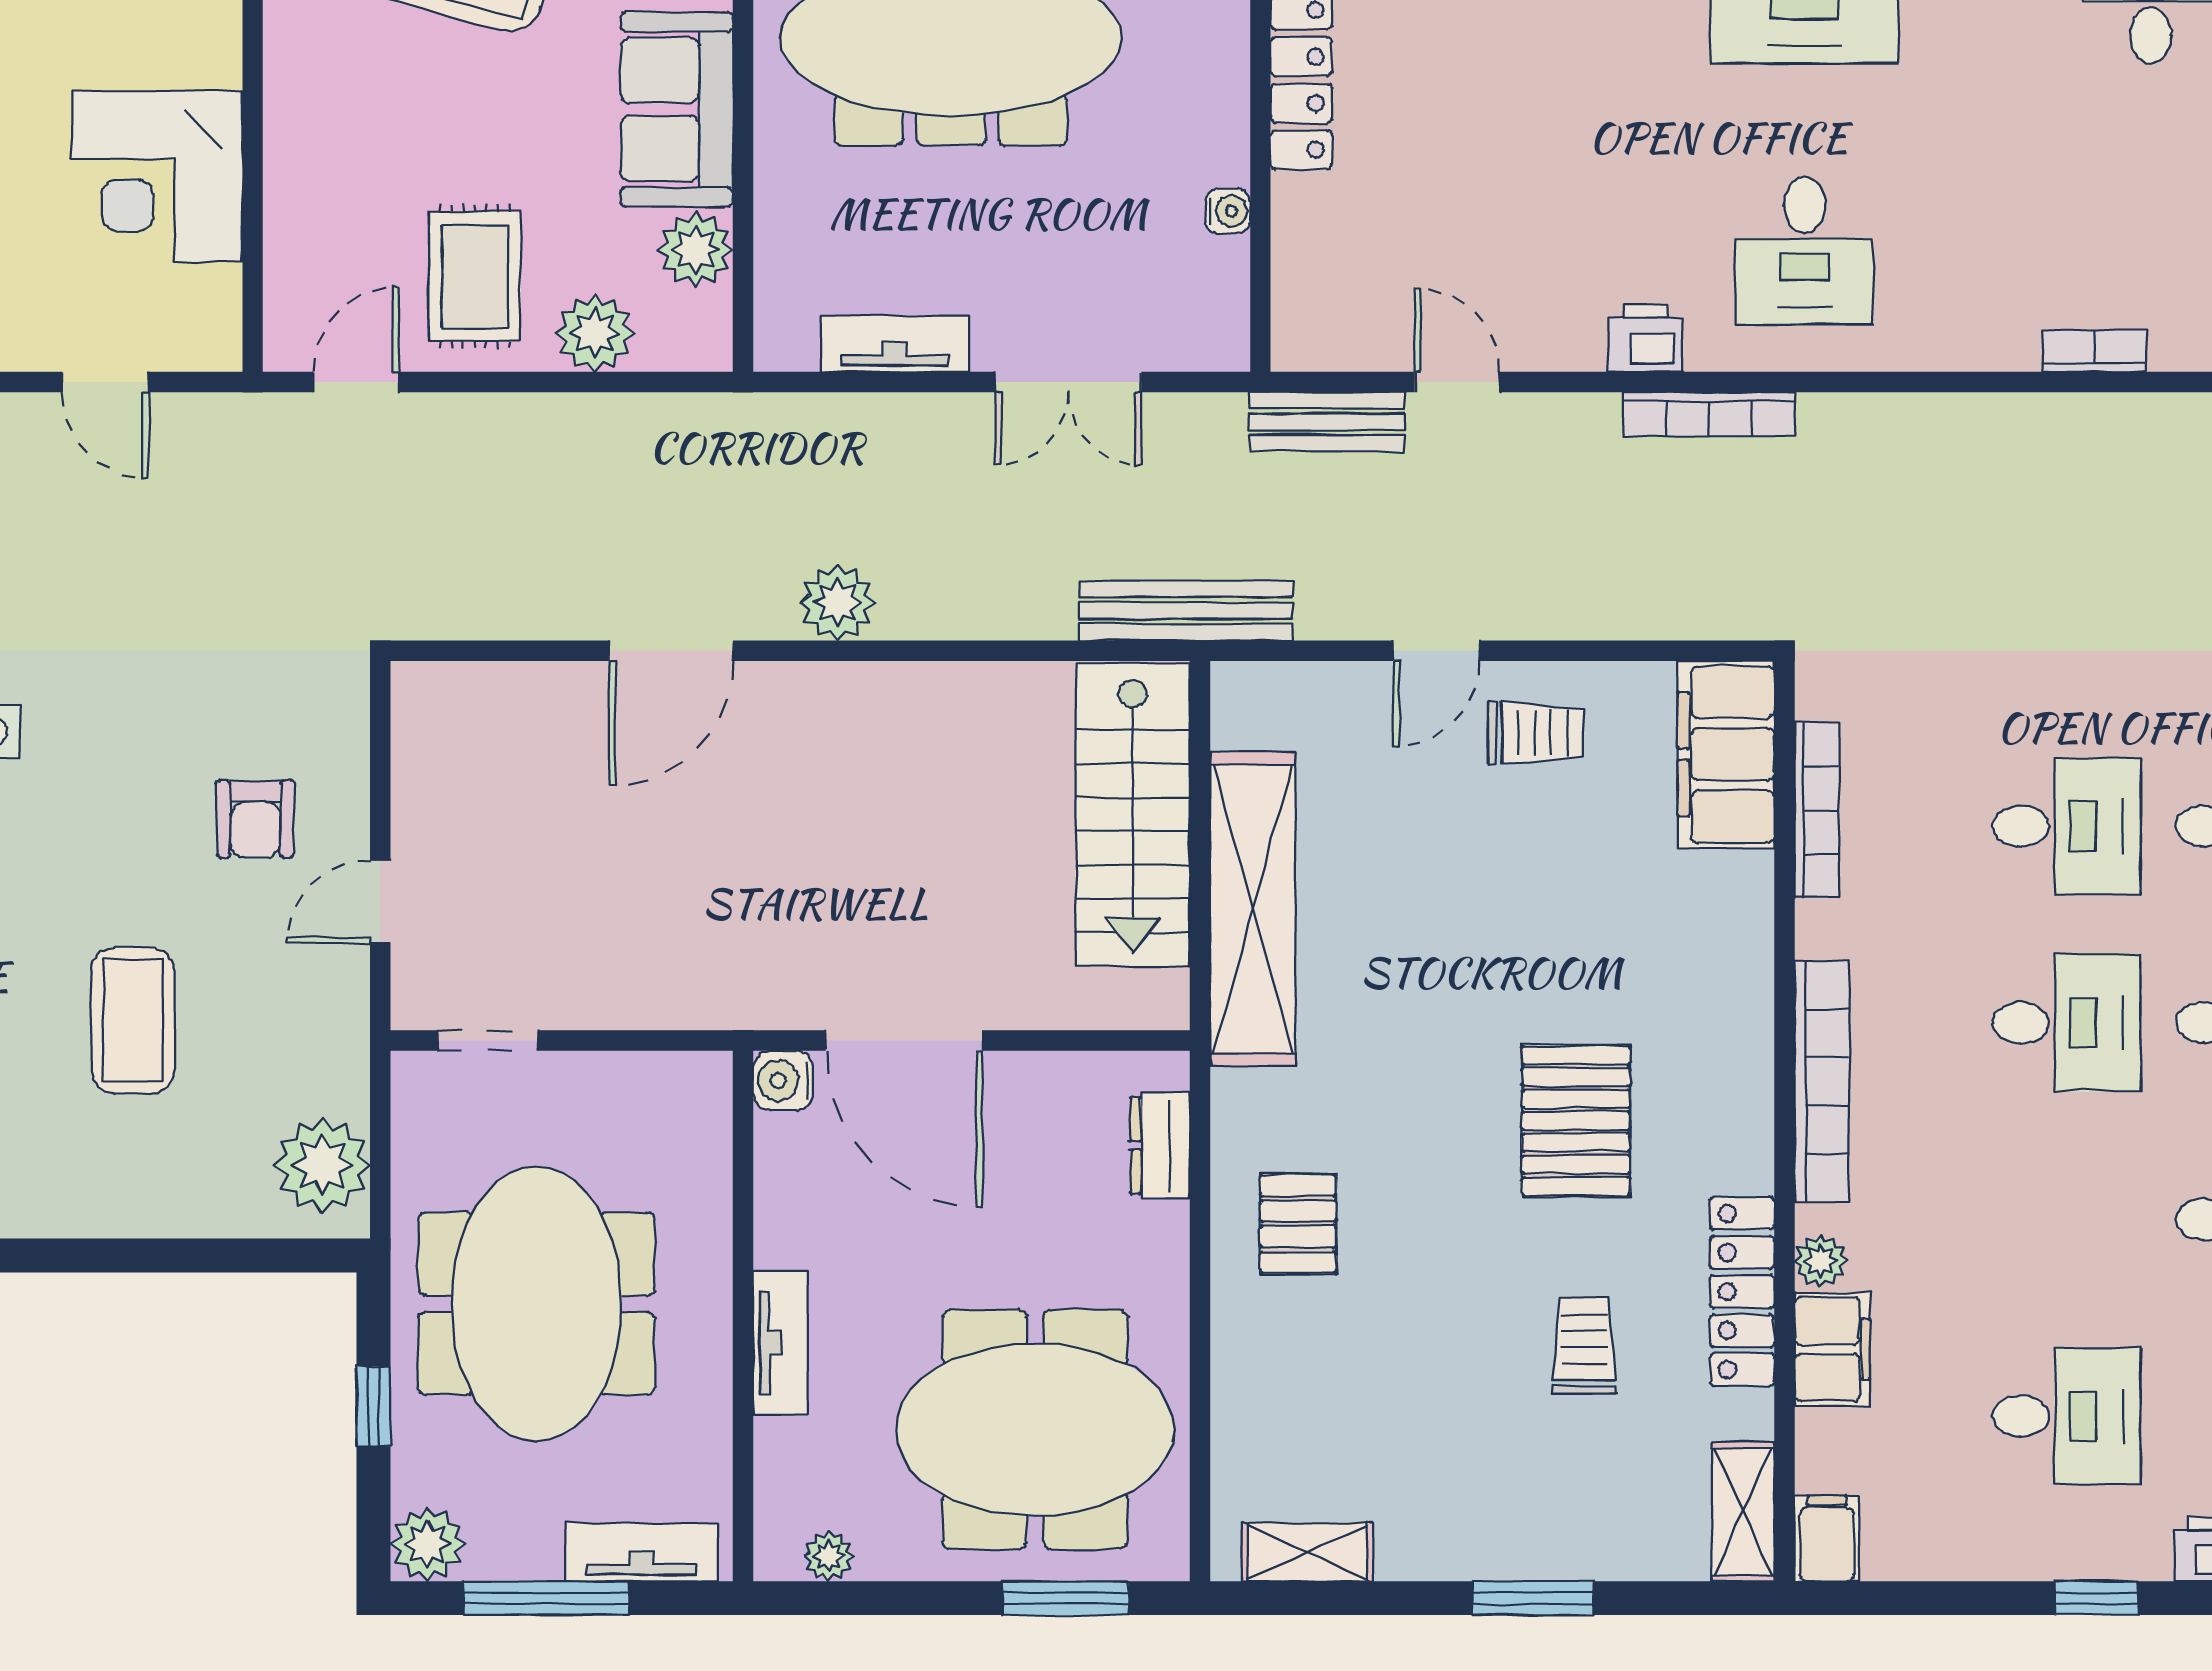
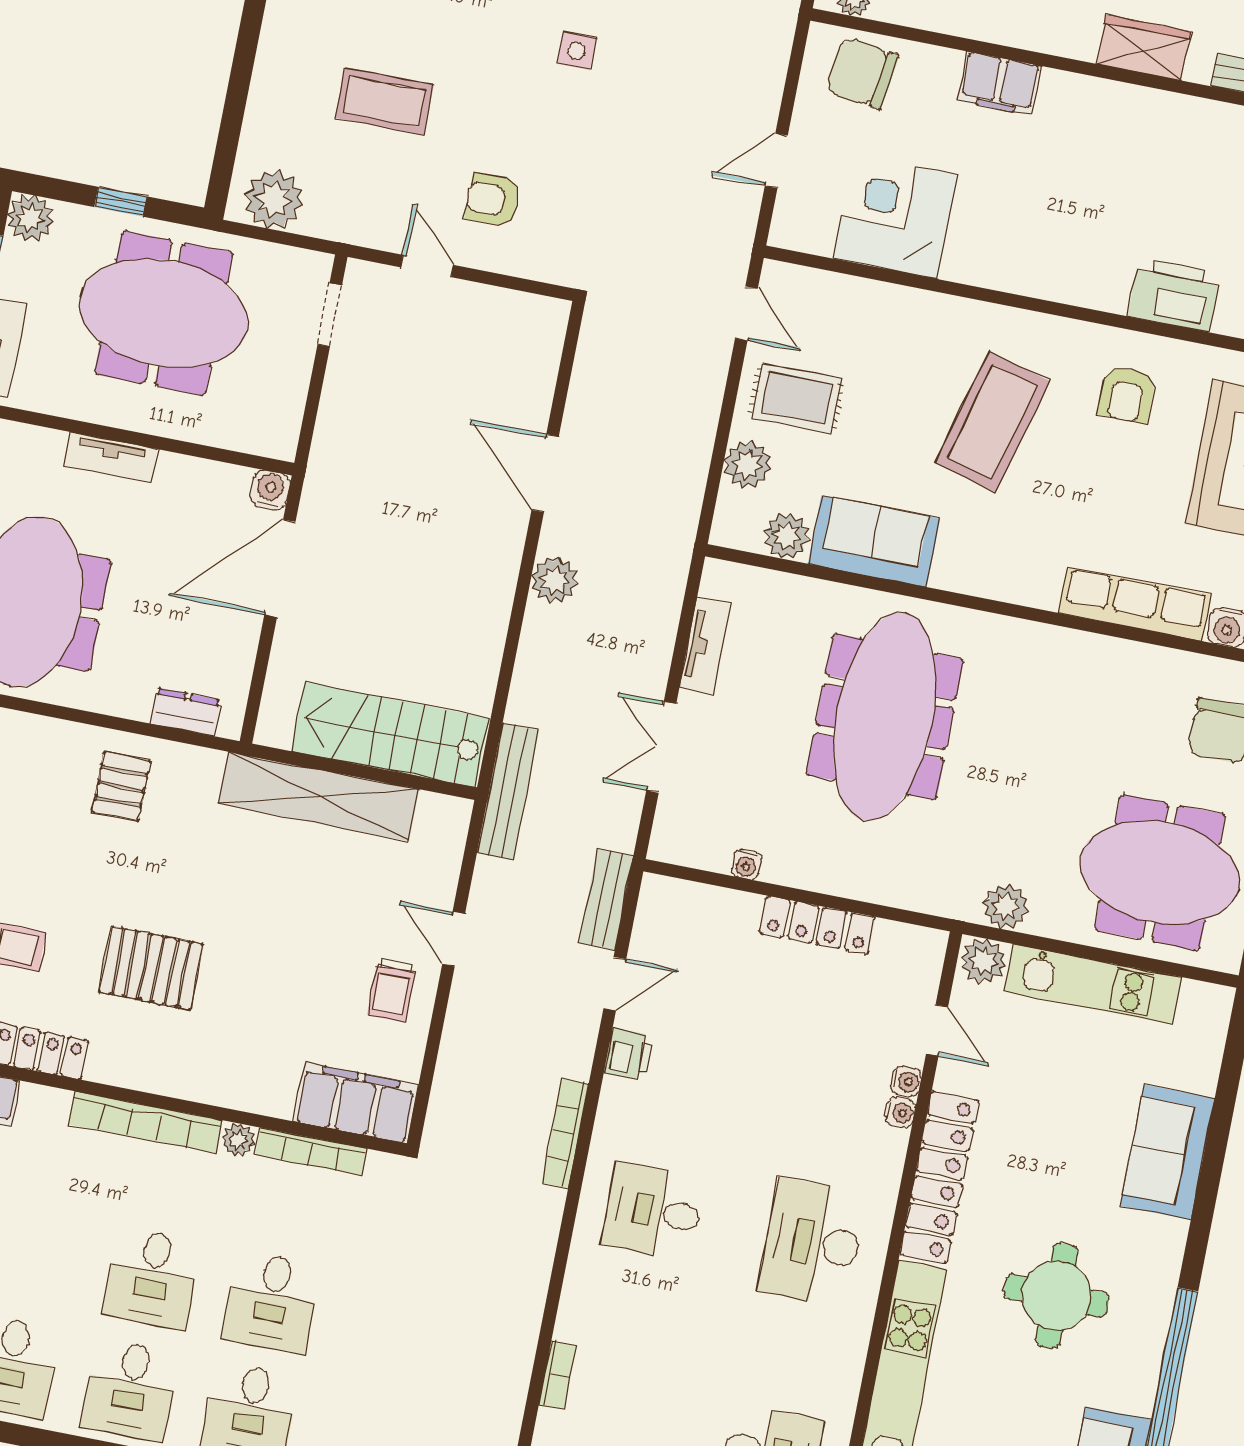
printer: (1646, 338) -> (629, 1055), moved
pallet: (1298, 1224) -> (121, 786), turned 90
plant: (1821, 1261) -> (238, 1140), moved

